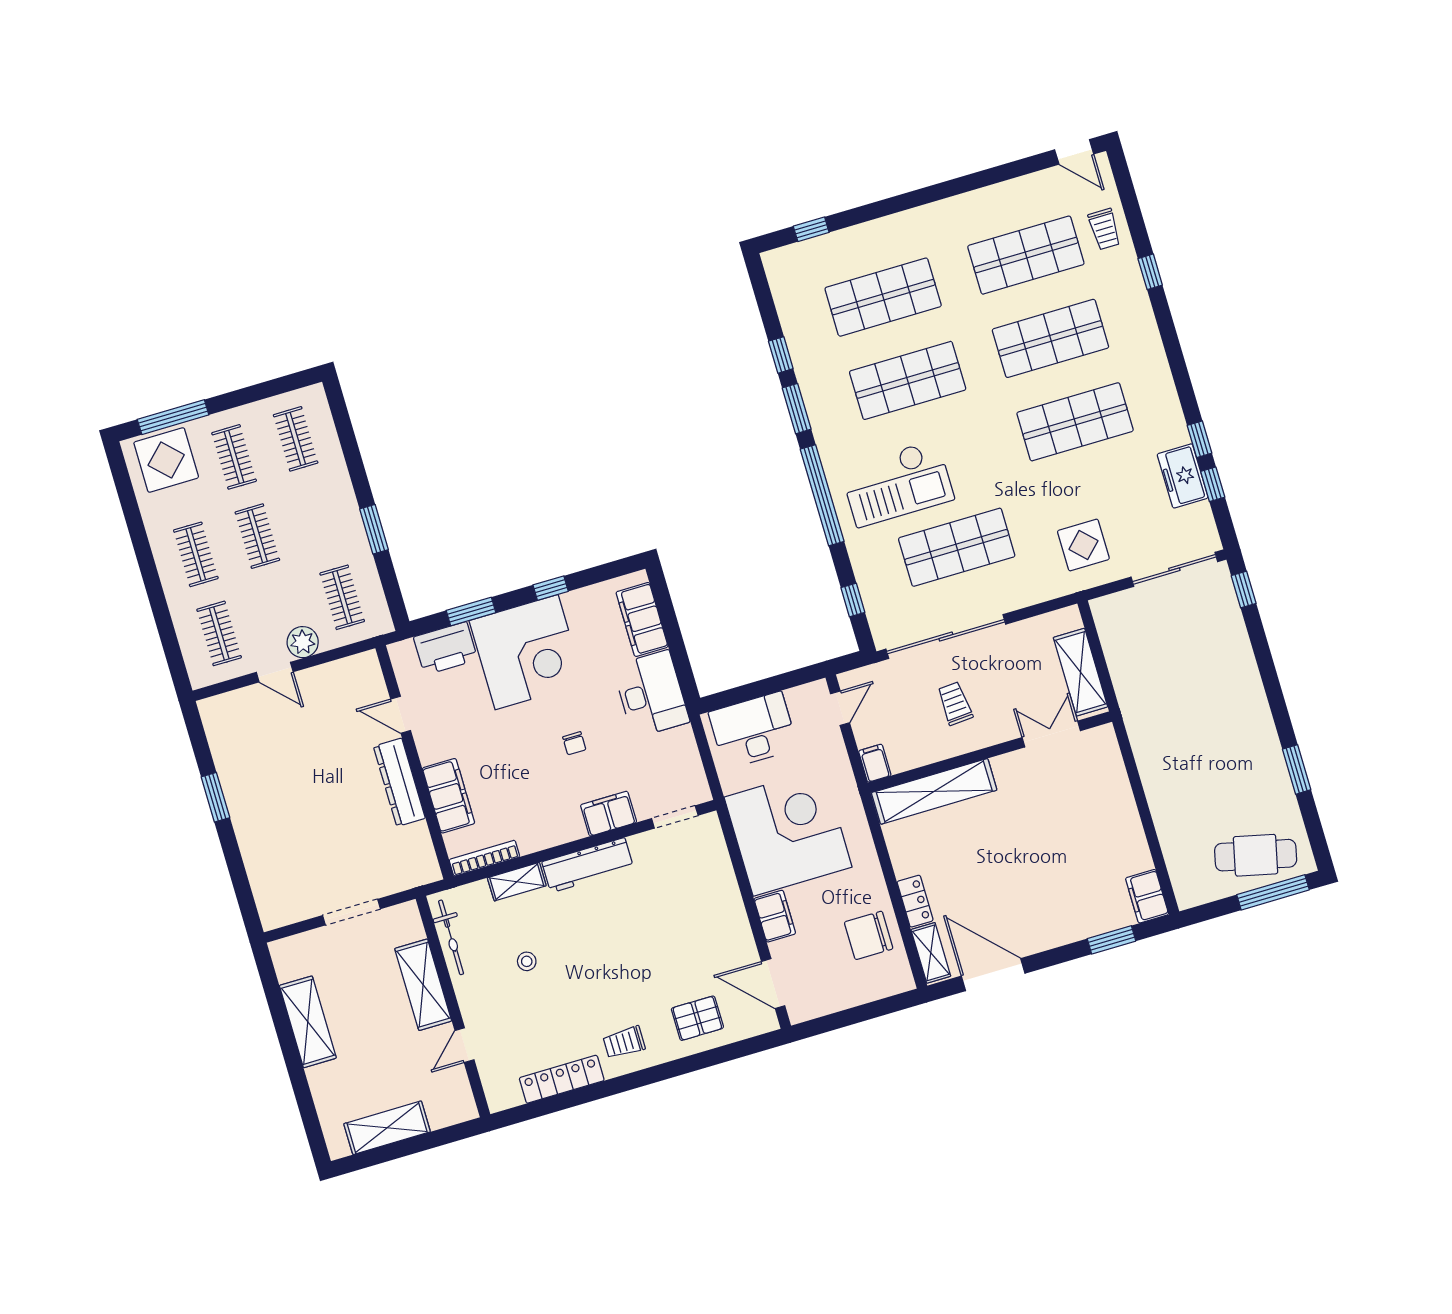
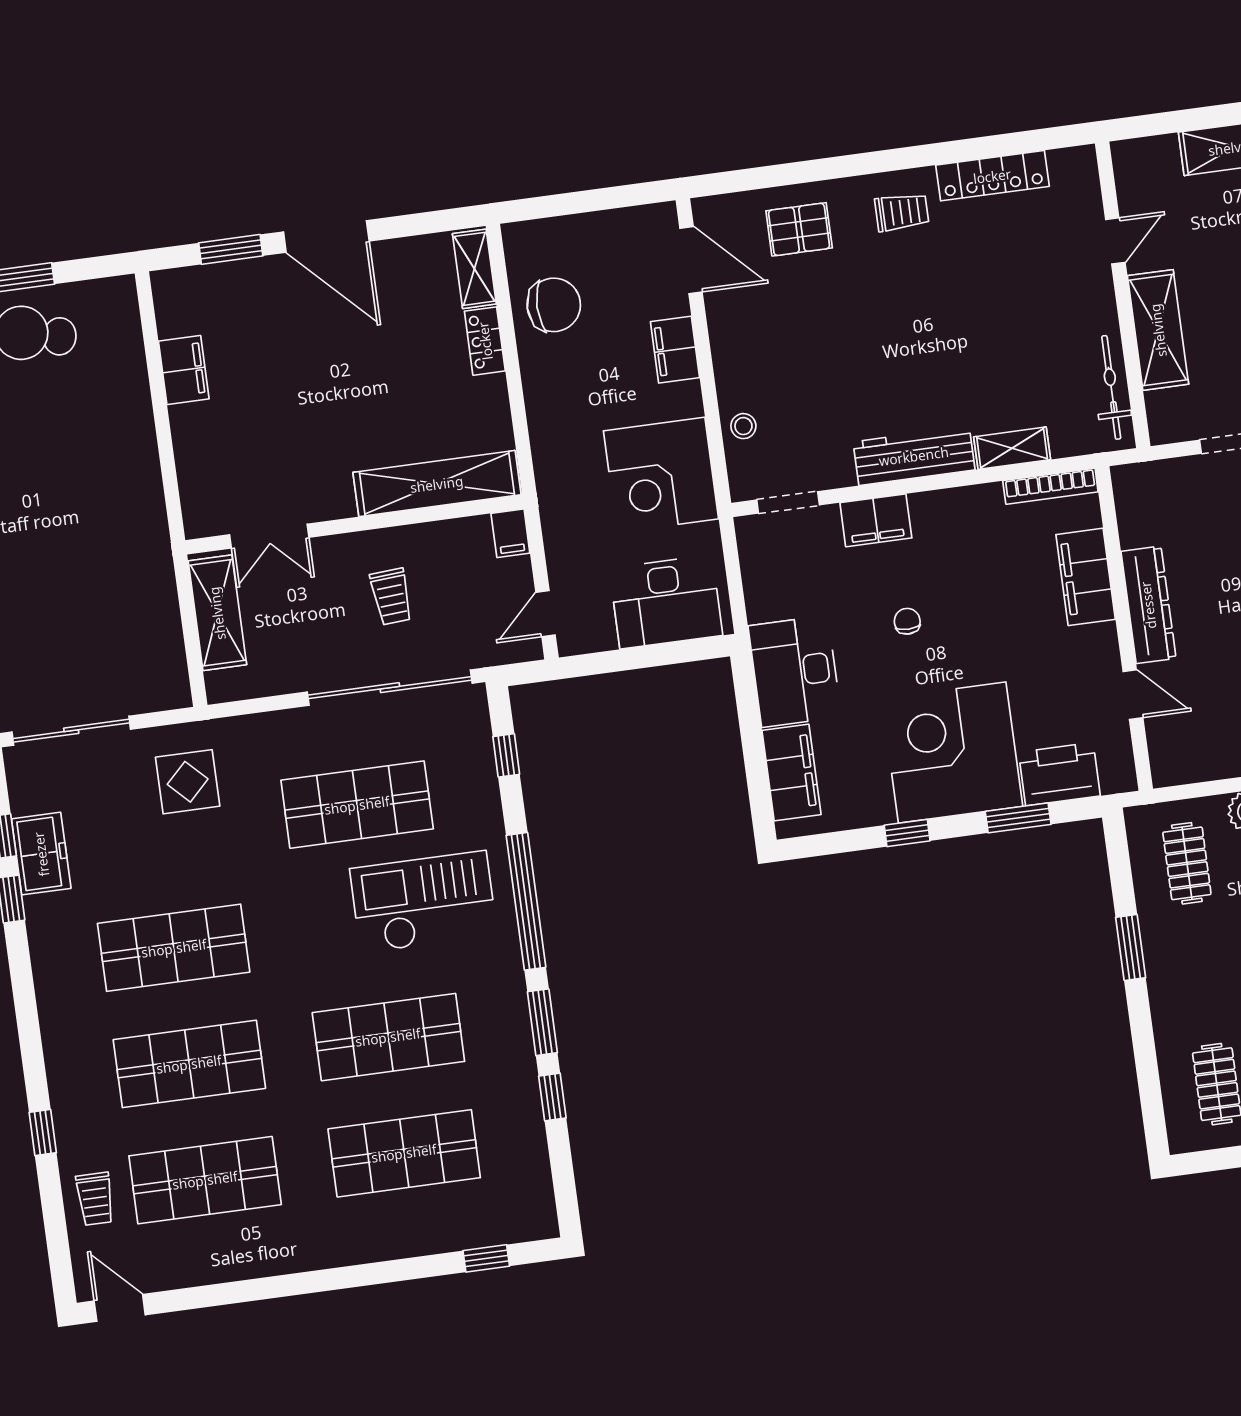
trolley: (1104, 229) -> (95, 1199), turned 180
corner desk: (788, 832) -> (661, 475), width x0.74, depth x0.74
filing cabinet: (1147, 896) -> (184, 370), moved
stool: (527, 961) -> (743, 426), moved
door: (993, 975) -> (326, 236), moved

